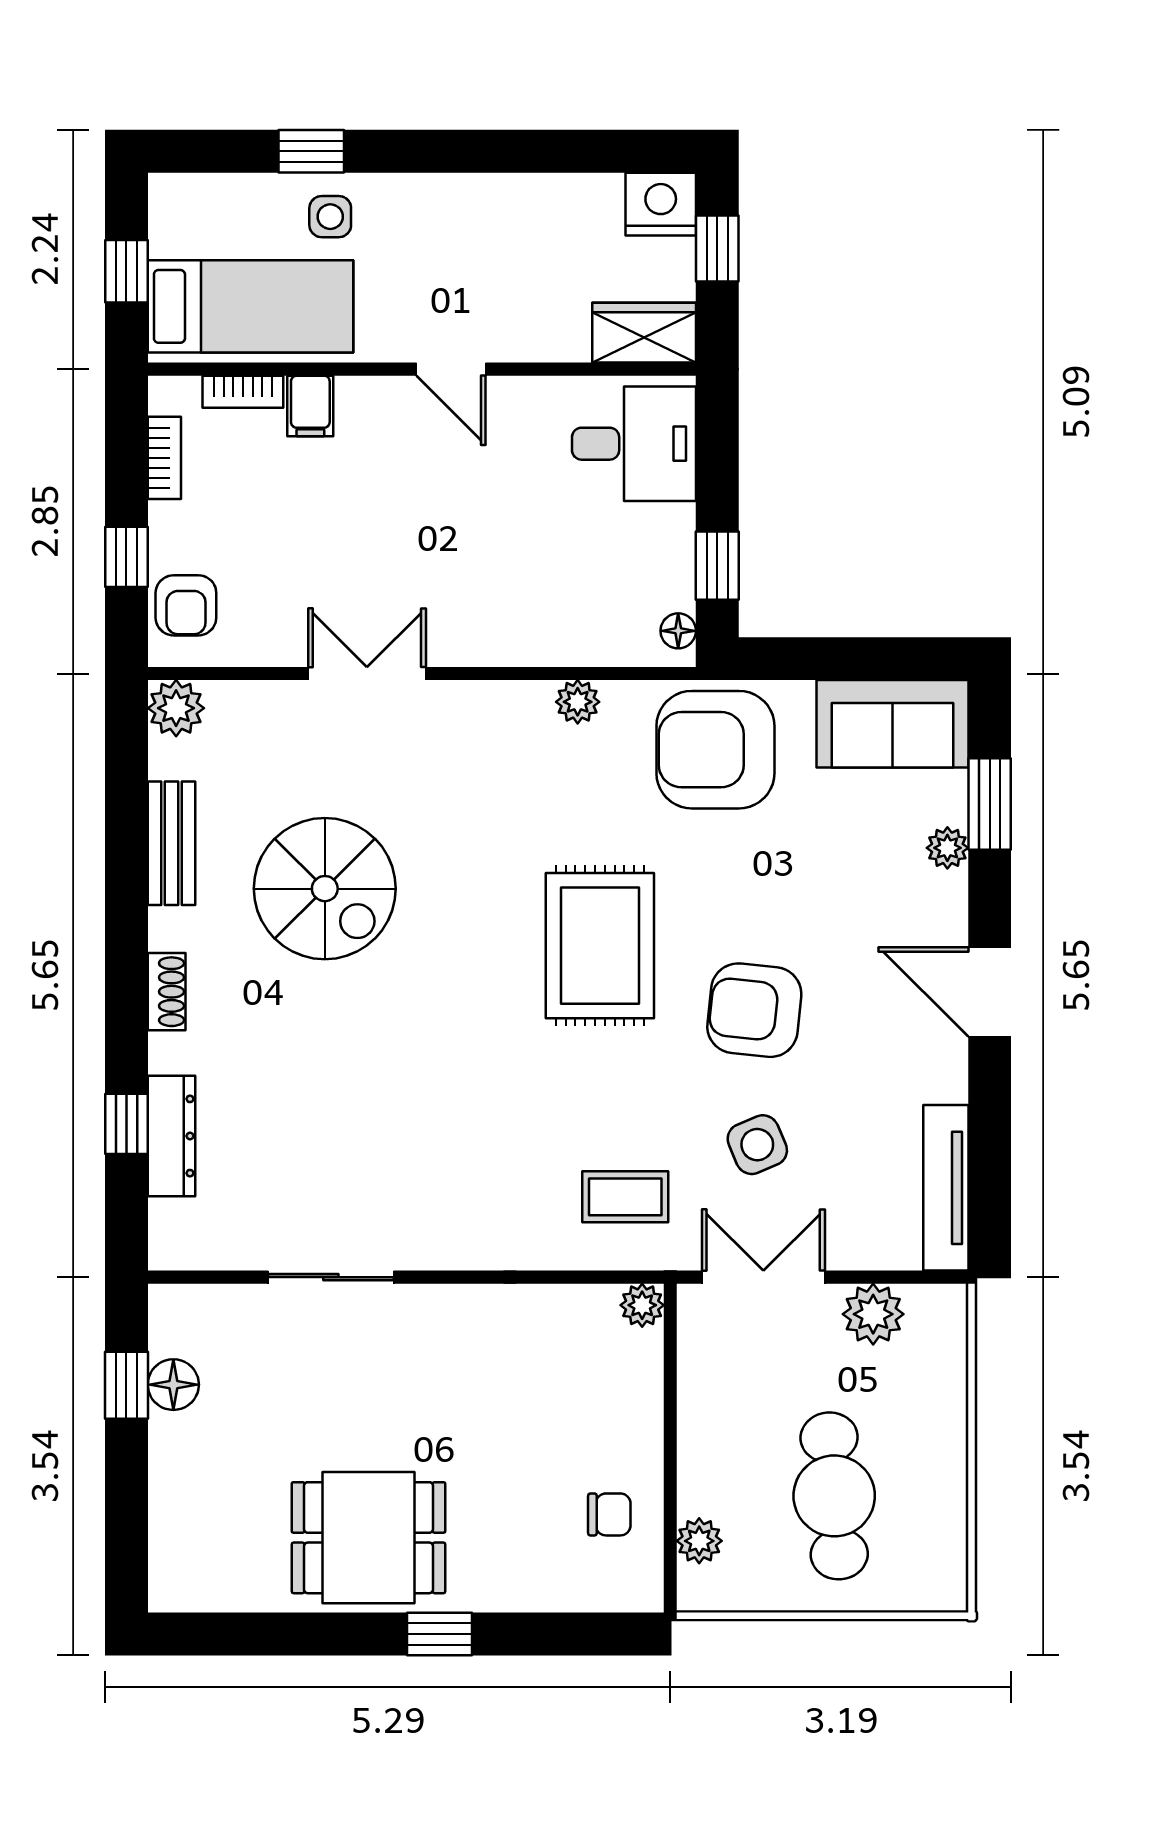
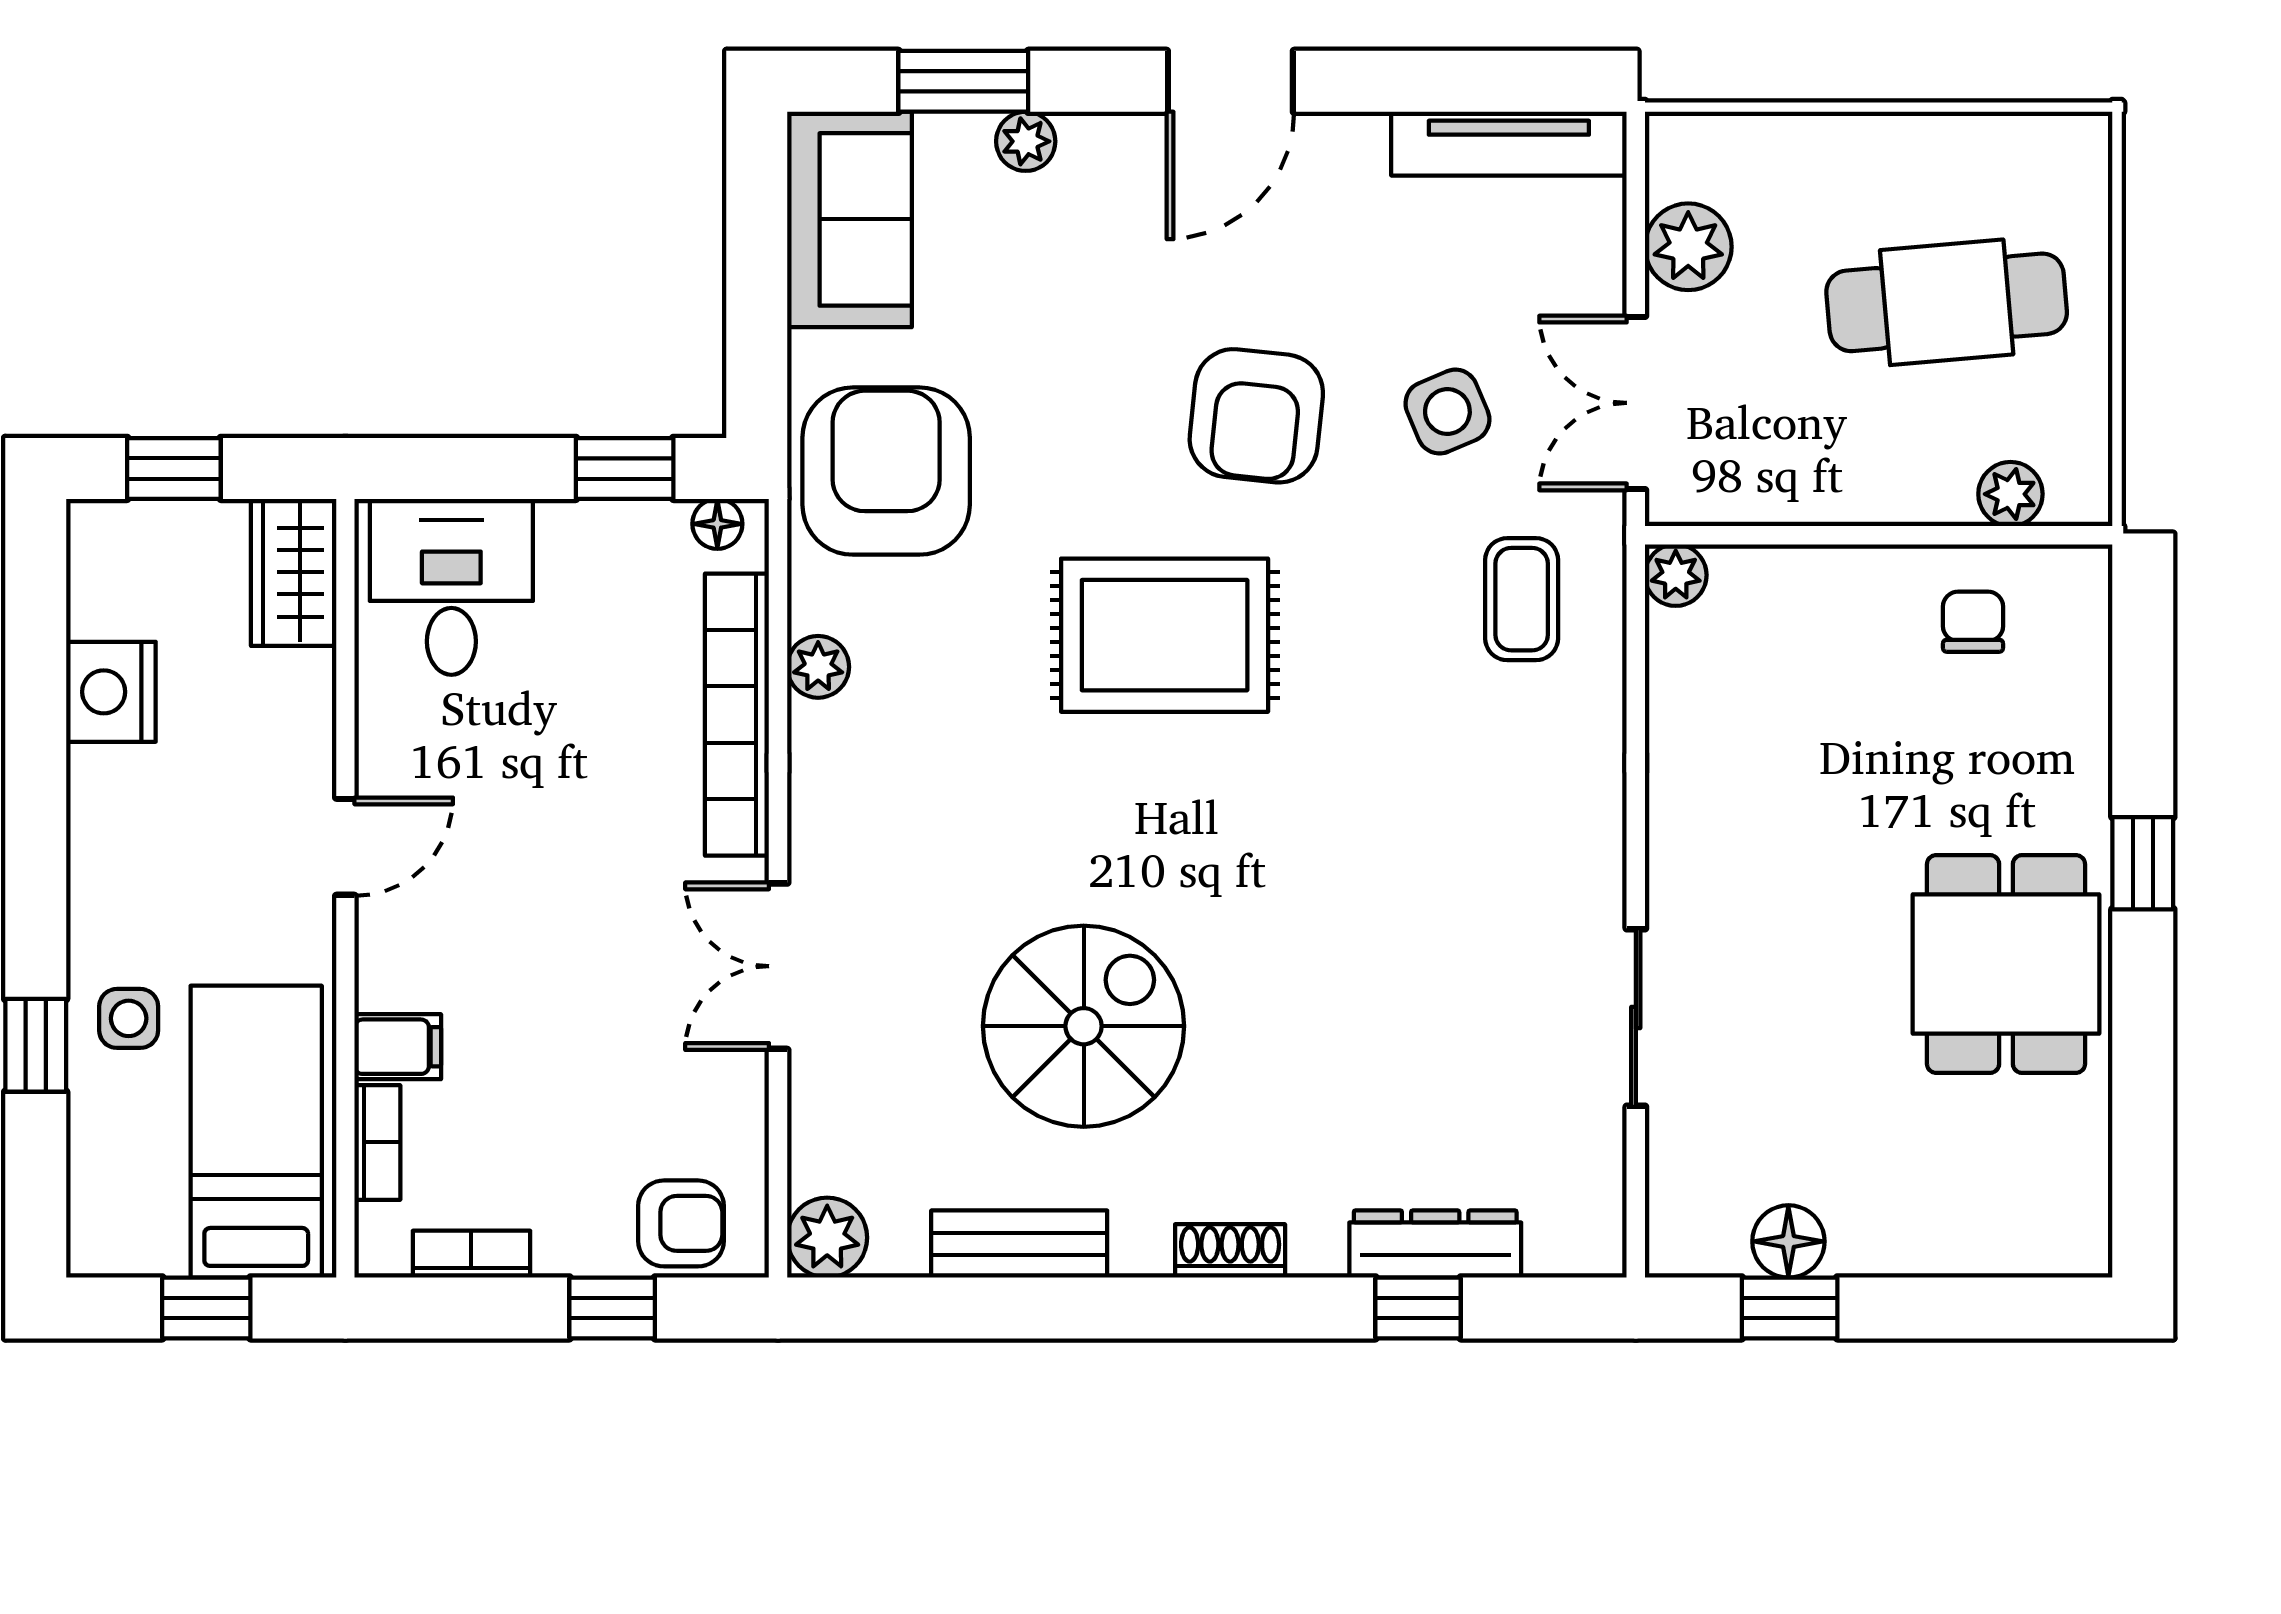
nightstand: (661, 204) -> (111, 692), moved
bookcase: (544, 645) -> (737, 715), added
armchair: (715, 750) -> (886, 471), turned 180

